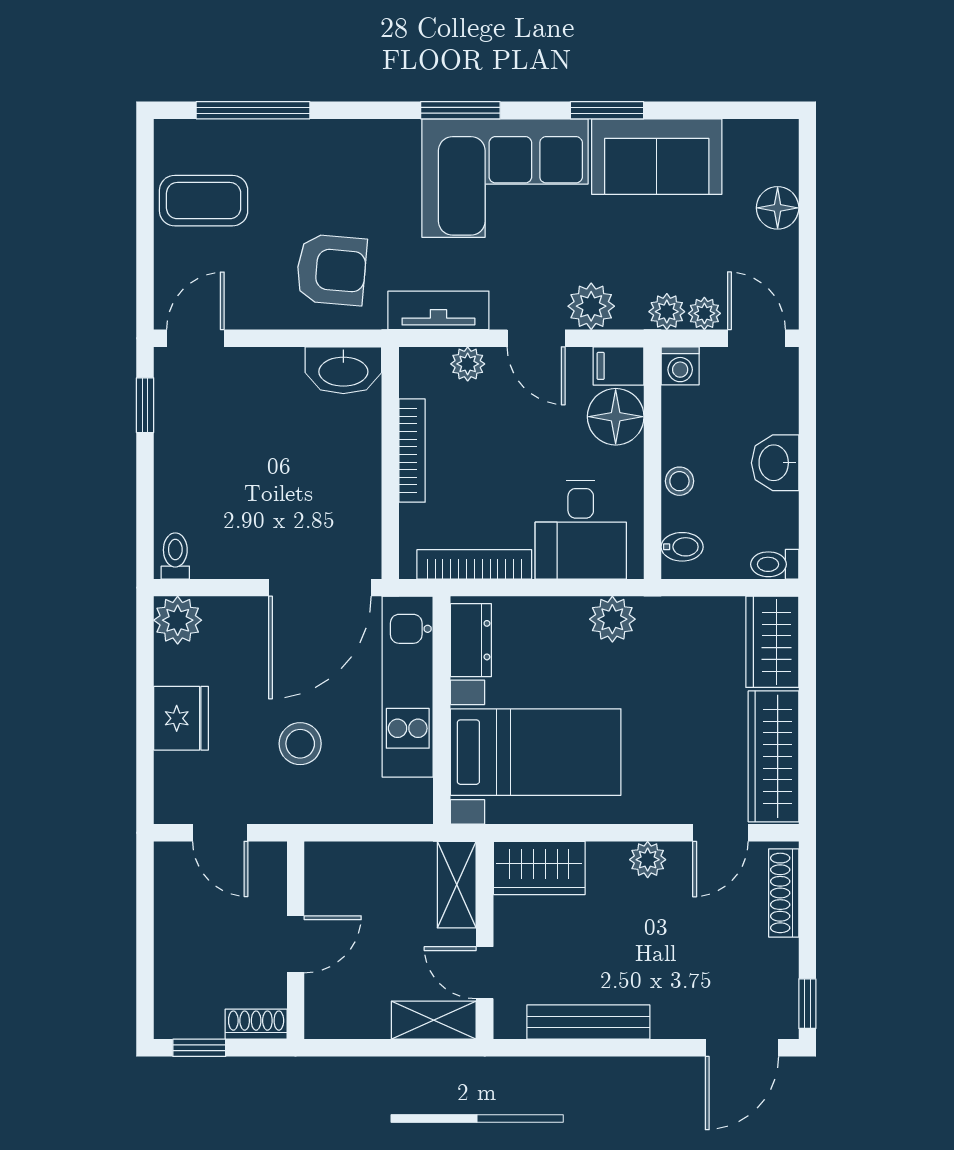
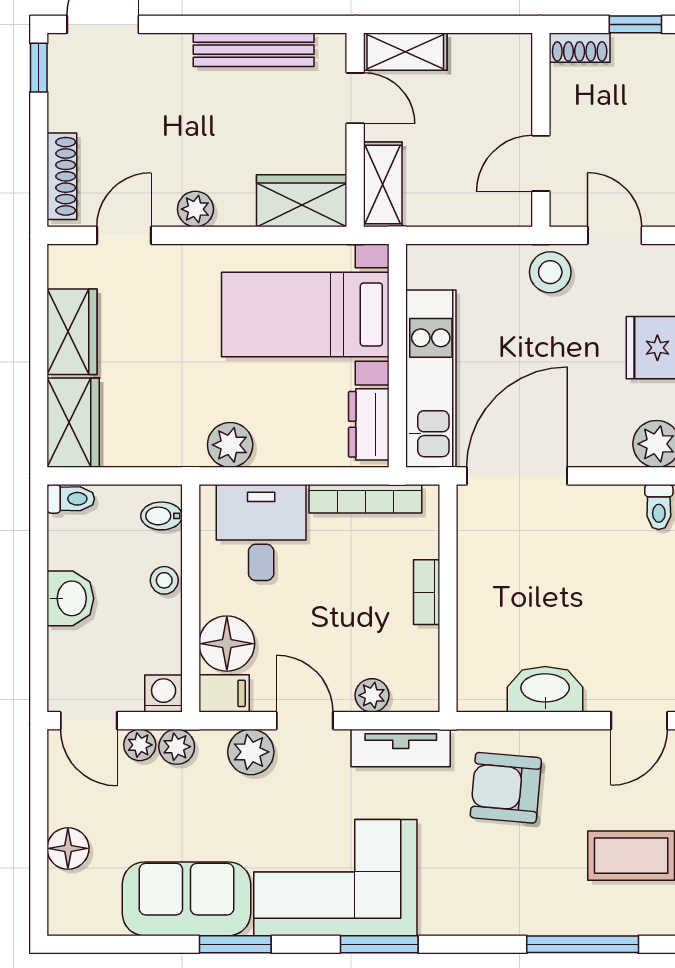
washbasin: (343, 370) -> (545, 689), moved
bookcase: (412, 451) -> (427, 592), width x0.64
stool: (300, 744) -> (550, 272), moved
wardrobe: (773, 756) -> (72, 332), width x0.67
door: (296, 944) -> (541, 163), moved

